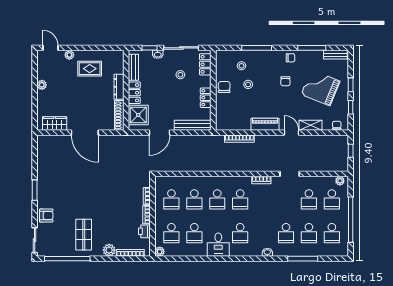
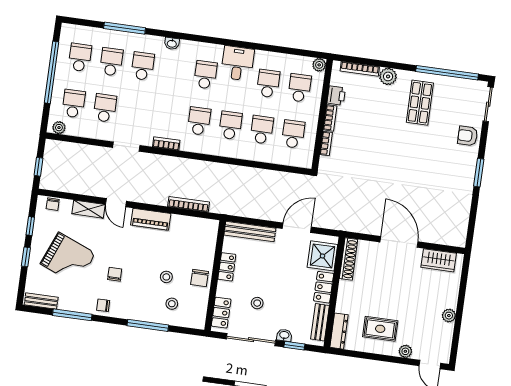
dresser: (119, 87) -> (339, 331), moved

